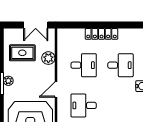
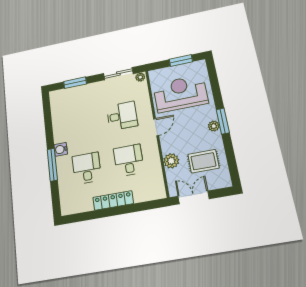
desk: (84, 65) -> (129, 160), turned 90
desk: (120, 65) -> (87, 168), turned 90

